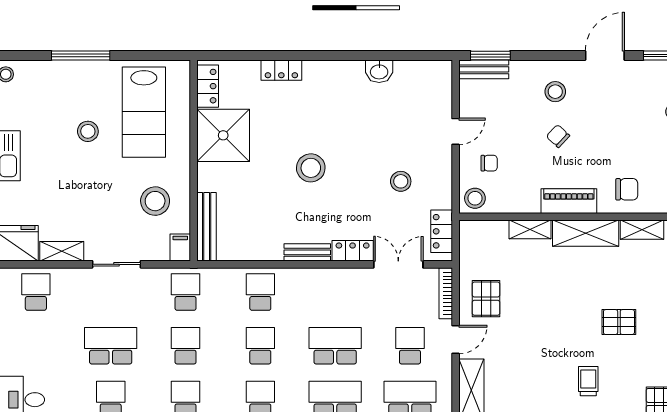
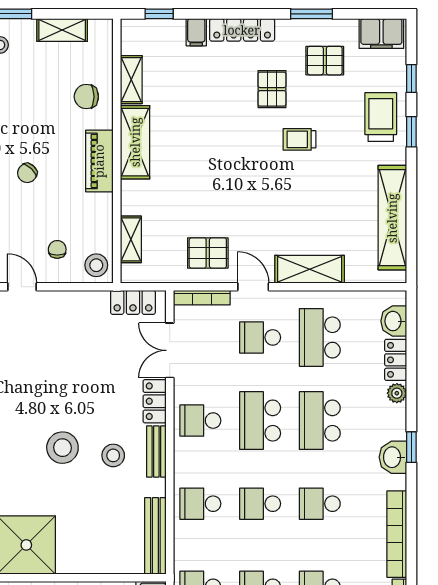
stool: (401, 181) -> (113, 455), moved
chair: (627, 189) -> (86, 97), turned -90
bench: (207, 227) -> (155, 536), moved, turned 90
shelving: (530, 229) -> (131, 239), moved
school desk: (335, 292) -> (200, 421), added
pallet: (619, 322) -> (272, 89), moved

